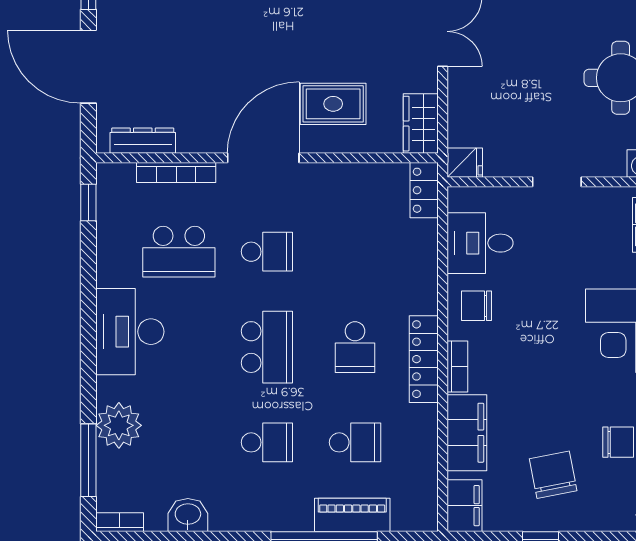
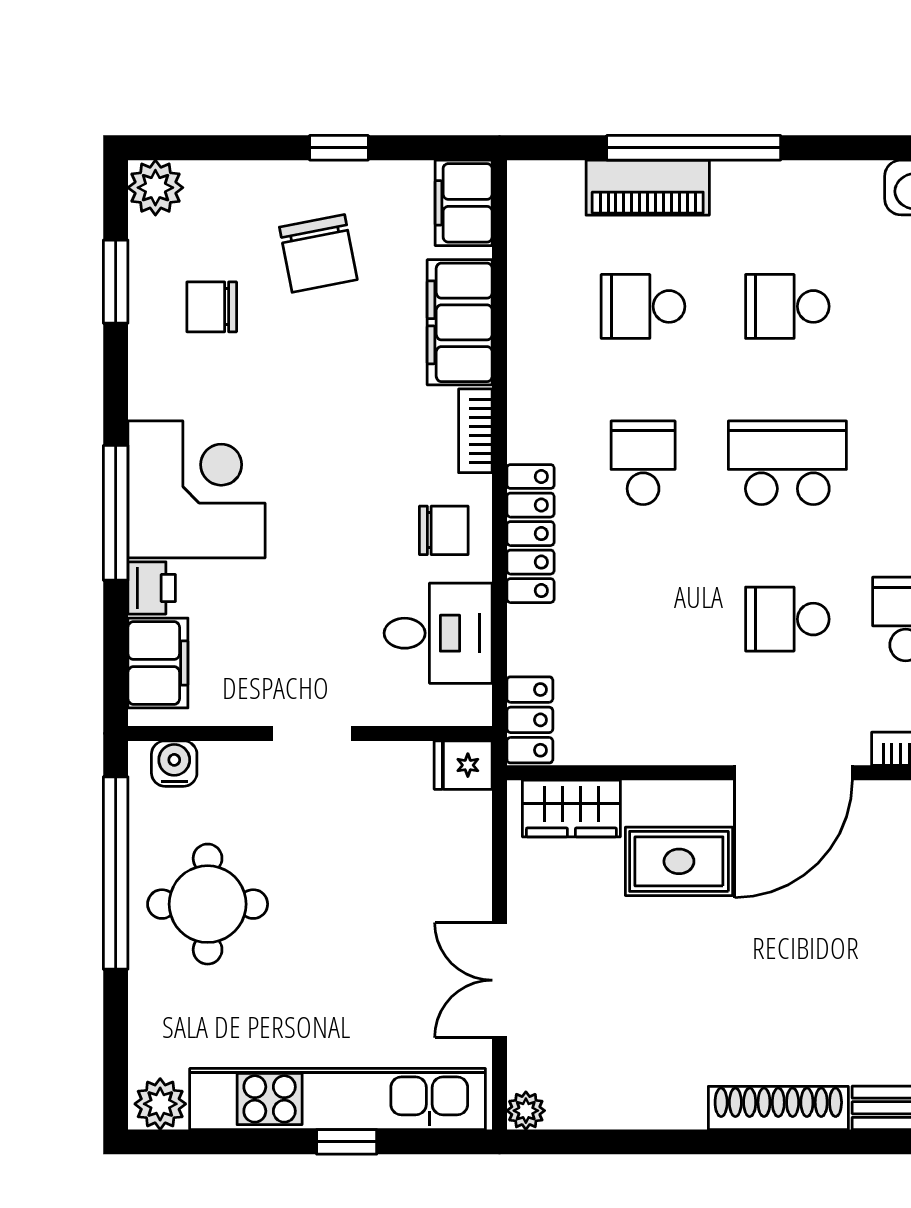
wardrobe: (421, 124) -> (571, 809), moved, turned 90
school desk: (267, 347) -> (787, 463), turned 90
locker: (424, 359) -> (530, 534), moved

